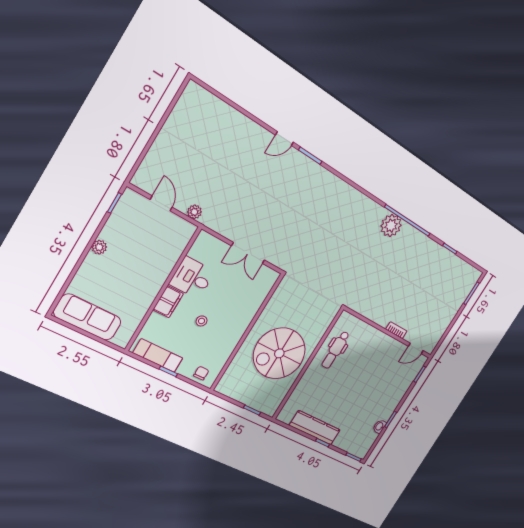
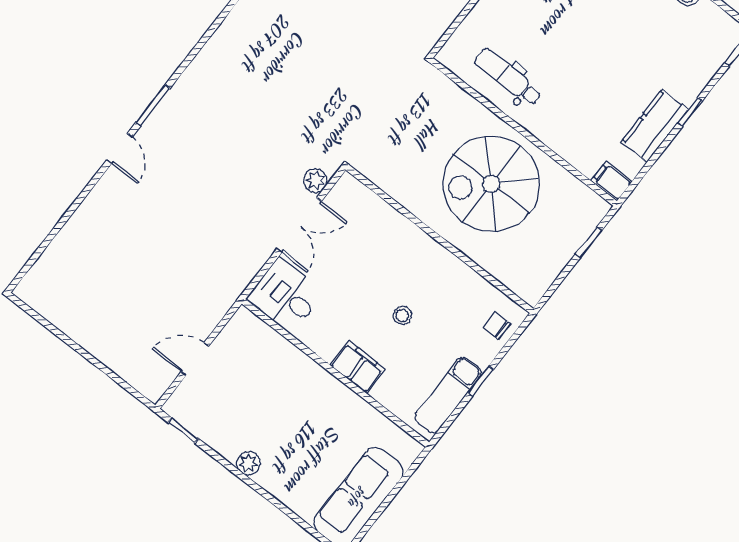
plant: (194, 212) -> (315, 181), moved
desk: (192, 278) -> (285, 296), moved, turned 90
dental chair: (335, 350) -> (508, 77), turned 180
spiral stairs: (279, 353) -> (491, 184), turned 90
filing cabinet: (285, 414) -> (612, 181), added
kitchen counter: (315, 428) -> (655, 126), width x0.67

